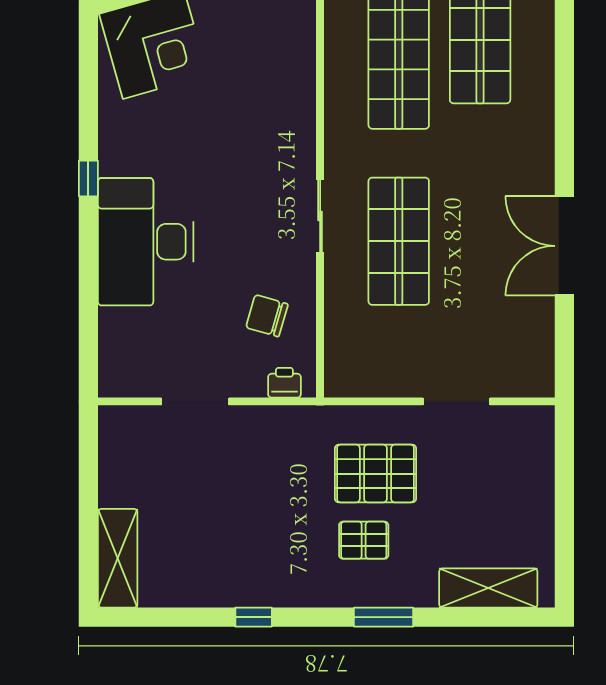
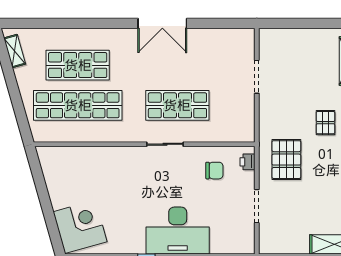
double door: (564, 246) -> (162, 23), moved
chair: (267, 316) -> (214, 171), turned -106
pallet: (375, 474) -> (286, 160), moved

